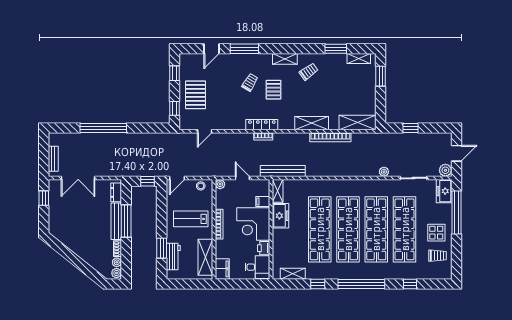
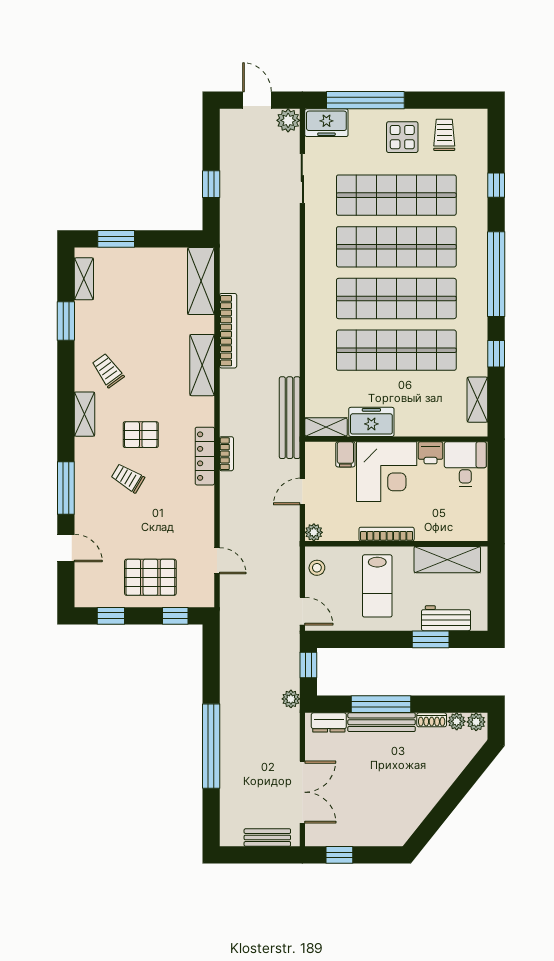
plant: (384, 172) -> (291, 699), moved
filing cabinet: (222, 269) -> (469, 528), removed

